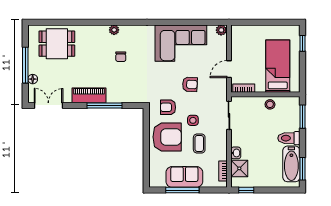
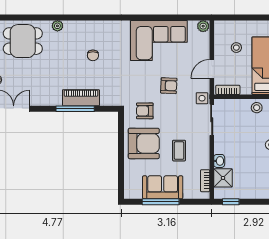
plant: (114, 30) -> (57, 26), moved
stool: (251, 50) -> (236, 48), added
piano: (89, 95) -> (81, 98), moved
side table: (193, 120) -> (202, 98), moved

